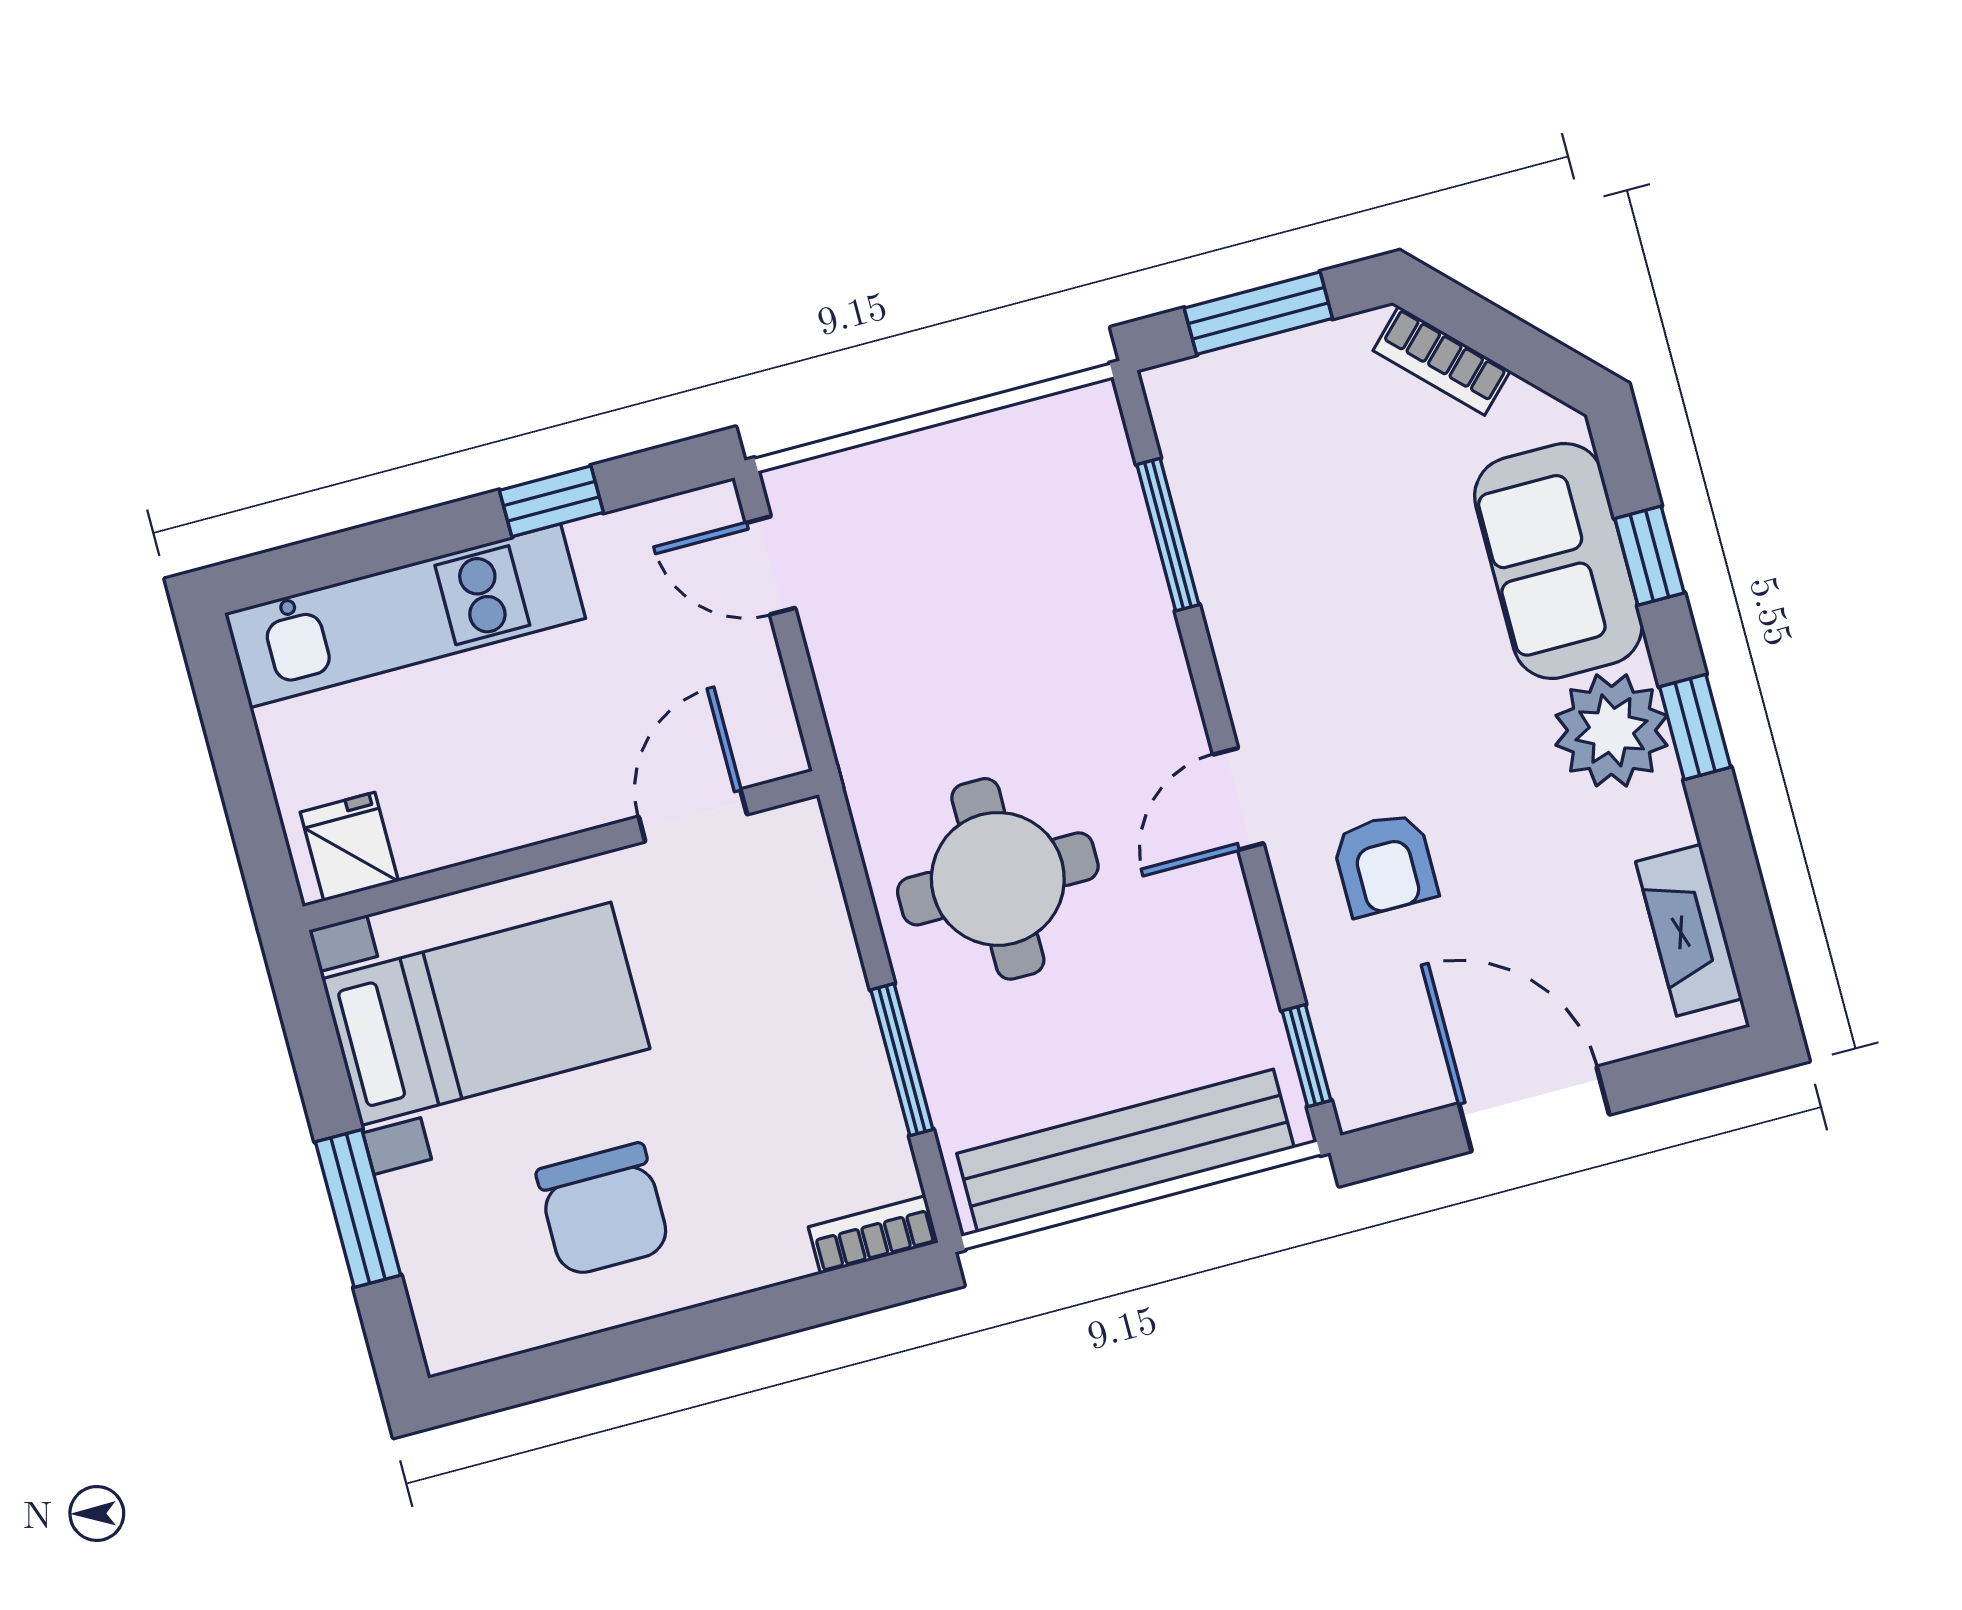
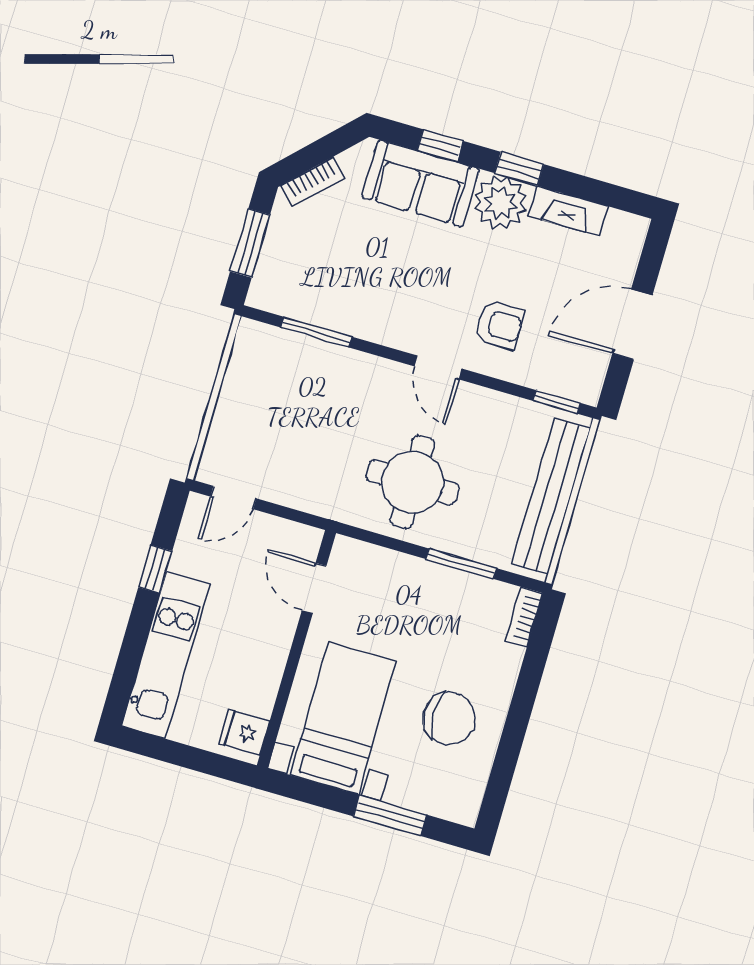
fireplace: (1689, 930) -> (568, 211), moved

